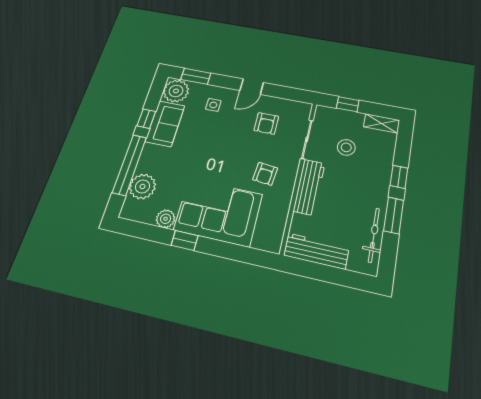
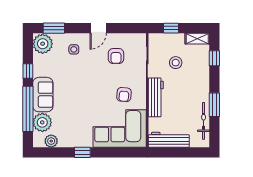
sofa: (165, 124) -> (43, 95), moved
window: (399, 177) -> (214, 58), moved
corner sofa: (218, 212) -> (120, 129), moved
plant: (166, 219) -> (51, 141), moved

